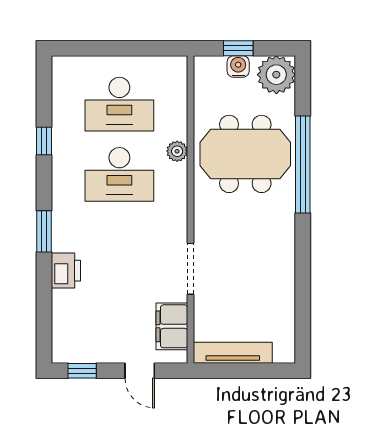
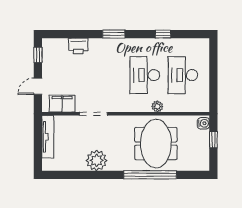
water cooler: (238, 66) -> (203, 123), moved
plant: (276, 75) -> (97, 160), moved
printer: (66, 271) -> (78, 46), moved

